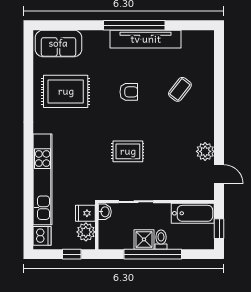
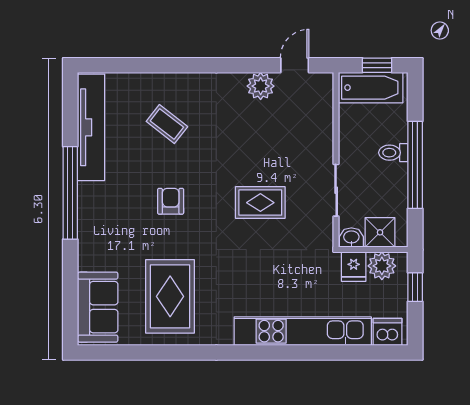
tv unit: (146, 39) -> (91, 127), moved
rug: (128, 151) -> (260, 203), turned 90
bathtub: (193, 213) -> (371, 88), moved, turned 90
shower: (144, 239) -> (380, 232), moved

